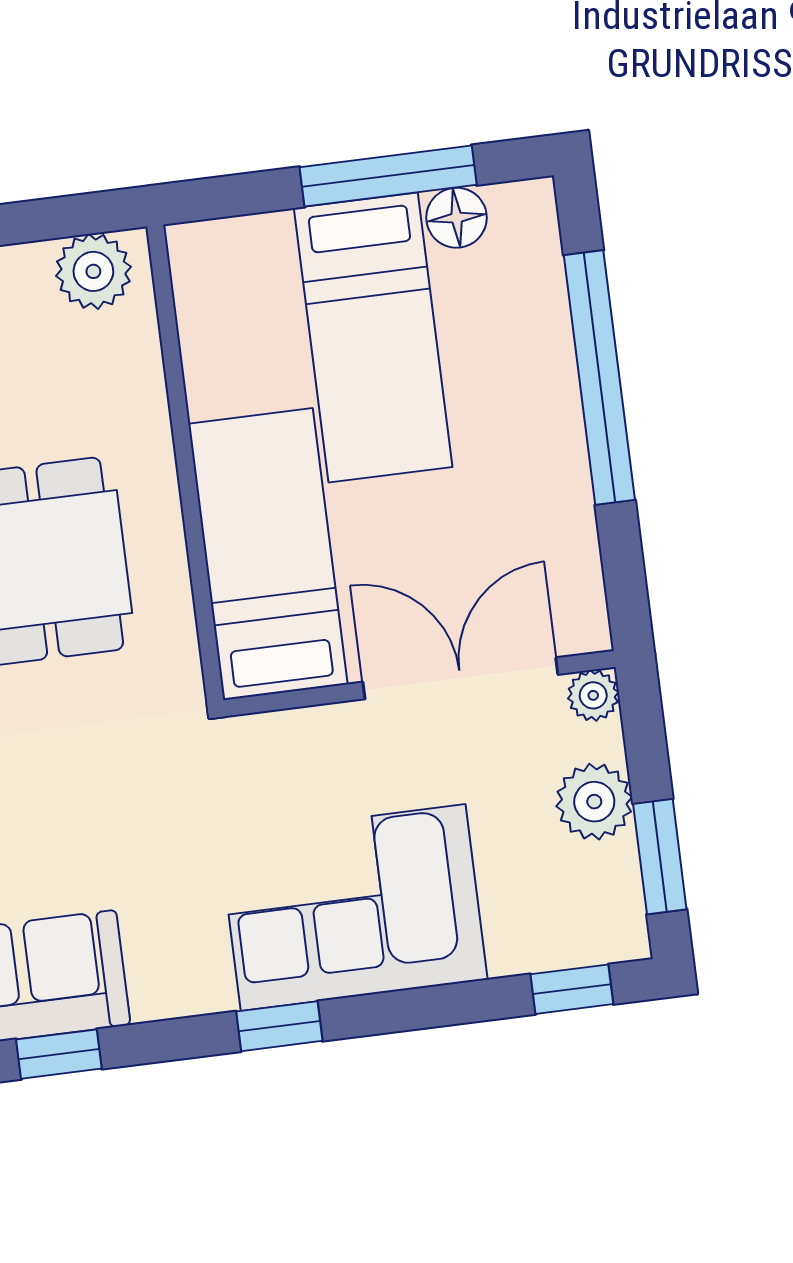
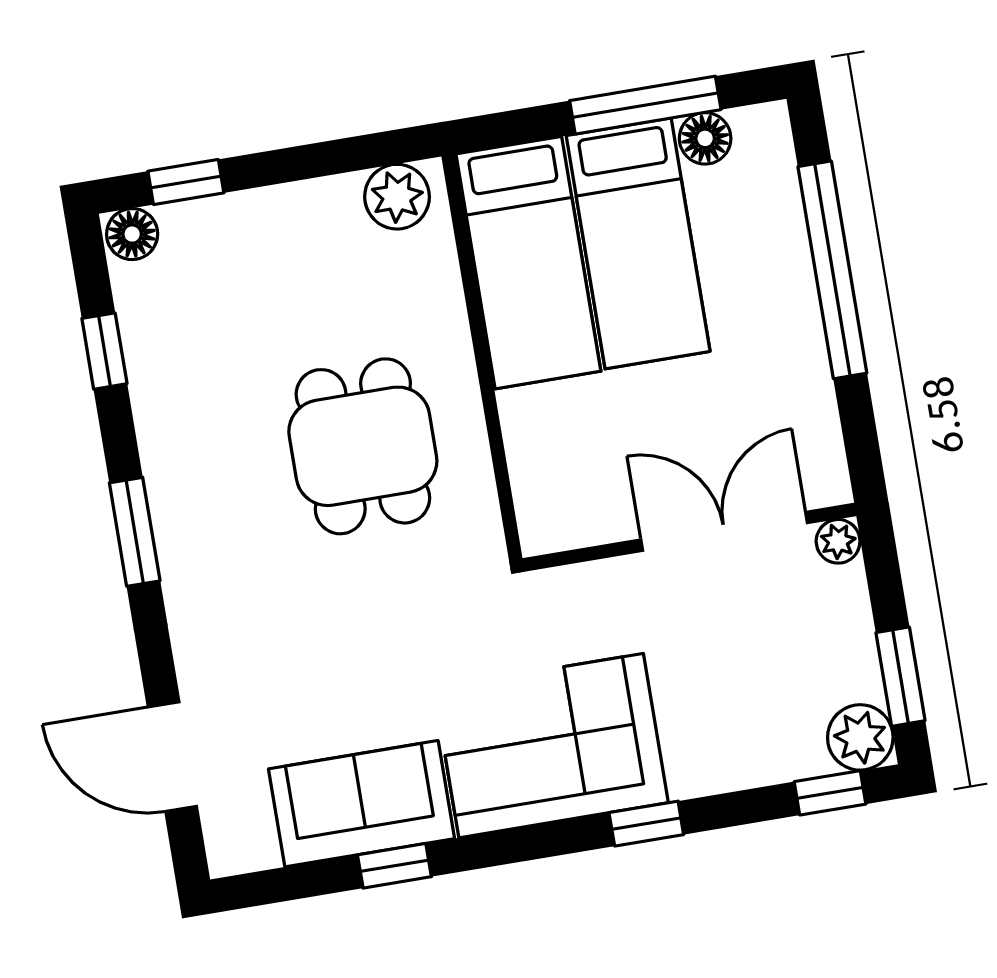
bed: (268, 554) -> (528, 263), moved, turned 180
plant: (594, 802) -> (860, 737), moved
corner sofa: (353, 907) -> (551, 746), moved
window: (279, 1026) -> (646, 824), moved

